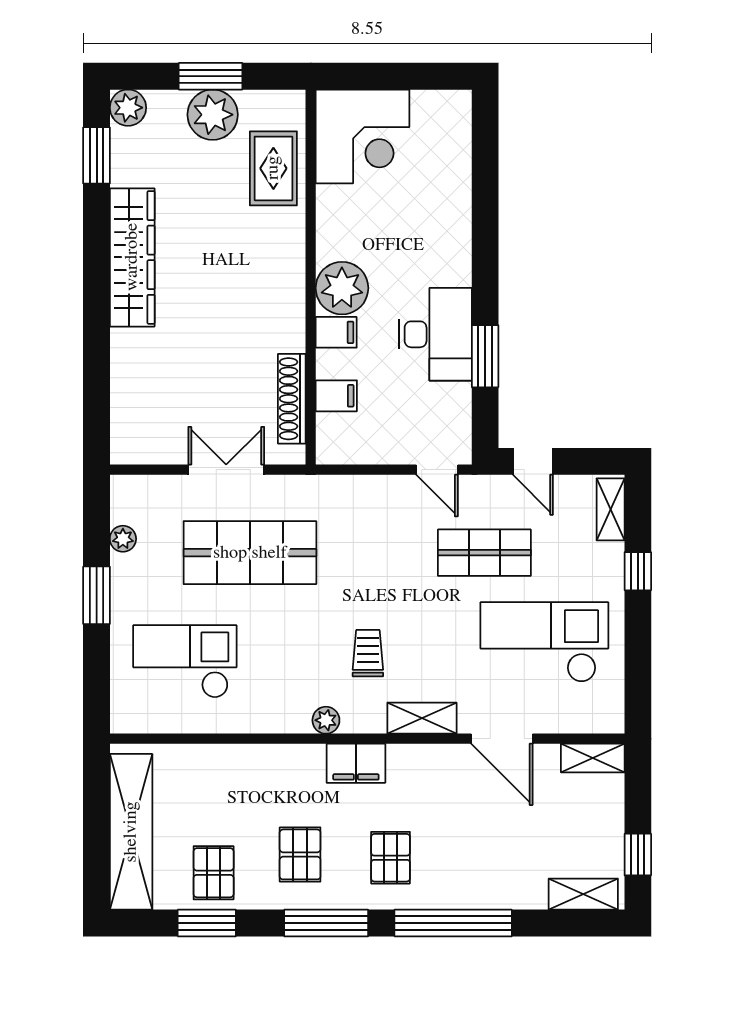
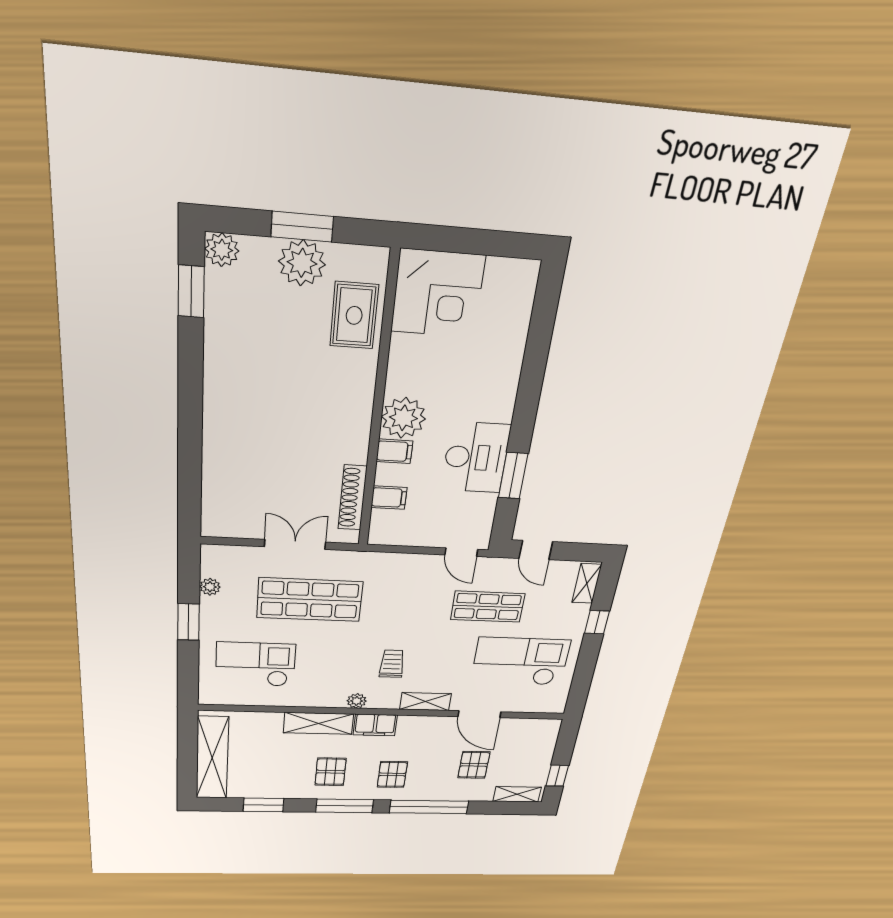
wardrobe: (132, 257) -> (223, 382), removed
shelving: (593, 758) -> (318, 723), moved, width x1.50, depth x1.33
pallet: (214, 873) -> (474, 765), moved

